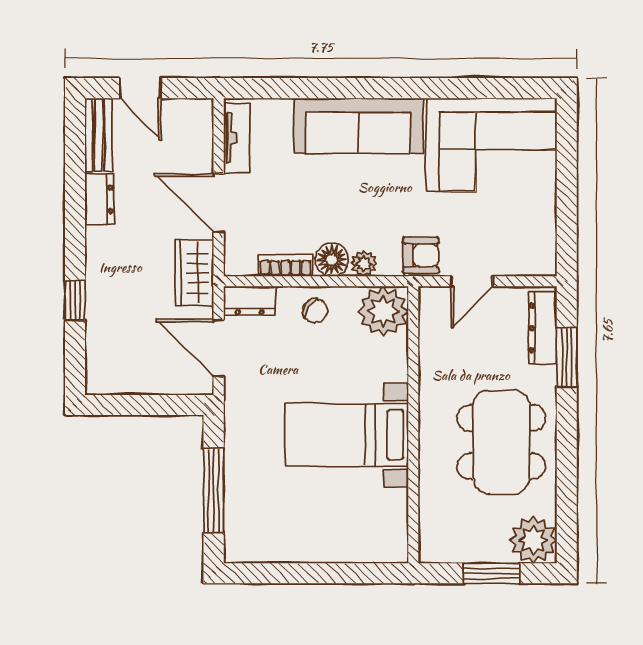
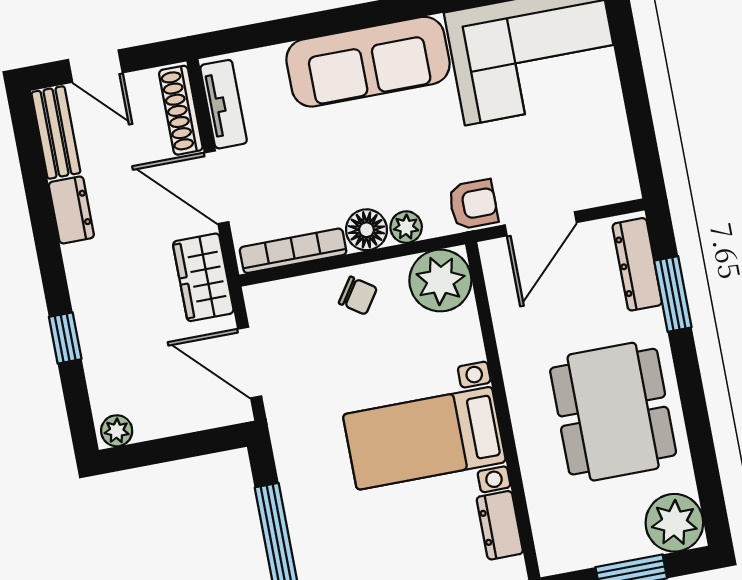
shoe rack: (202, 136) -> (181, 110), added
bookcase: (285, 265) -> (293, 251), width x1.56
door: (472, 281) -> (541, 224), width x1.38
dresser: (250, 301) -> (500, 525), moved, turned 90
plant: (102, 382) -> (117, 431), added

